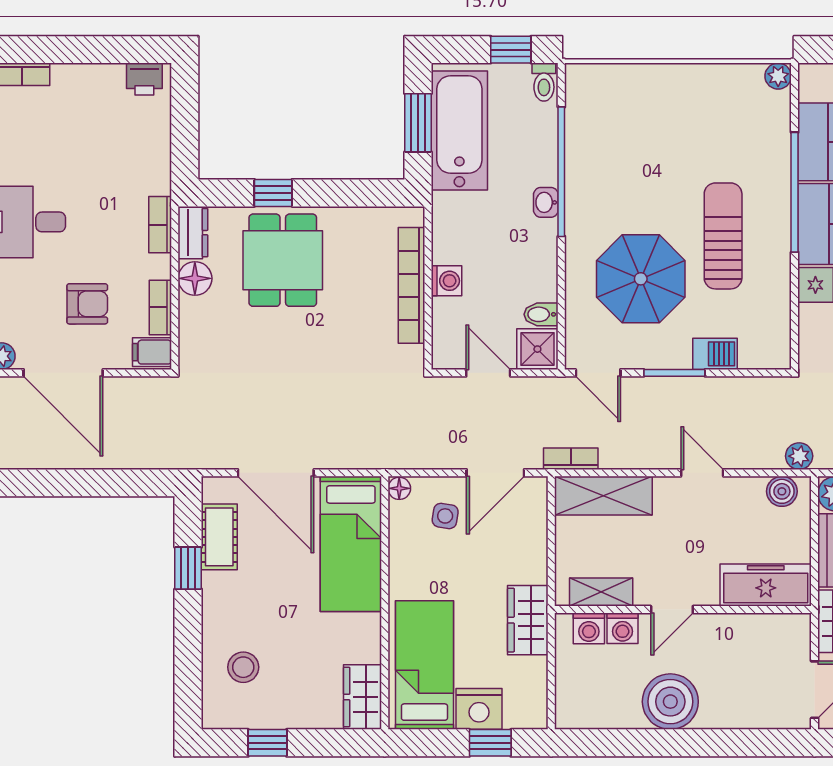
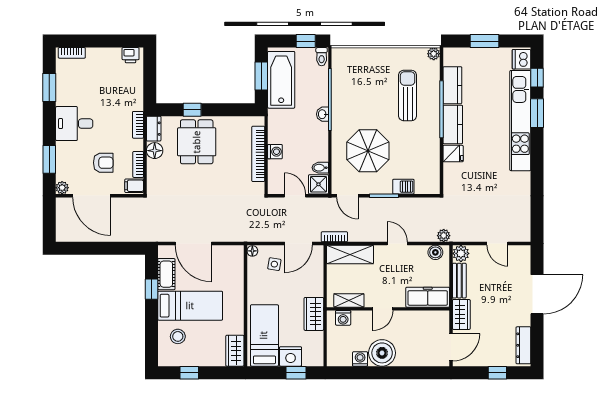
sun lounger: (723, 236) -> (408, 95), moved
bed: (351, 544) -> (190, 306), moved, turned -90
washing machine: (623, 628) -> (360, 359), moved, turned 180

